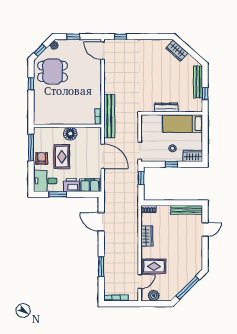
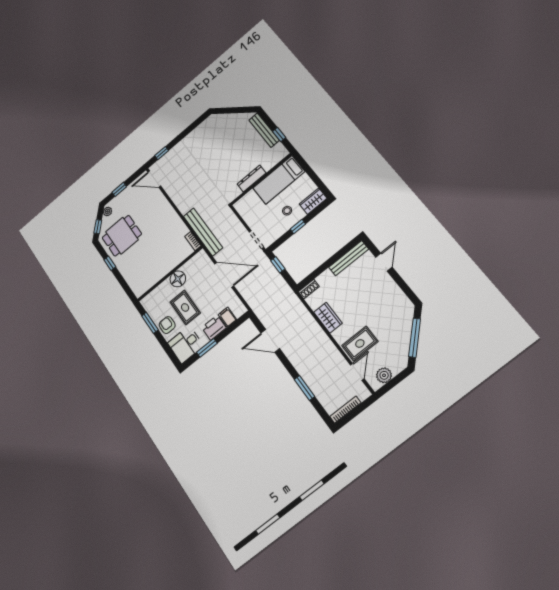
wardrobe: (177, 51) -> (223, 120), removed
window: (31, 148) -> (150, 323), width x0.69
filing cabinet: (90, 185) -> (227, 317), width x0.50

